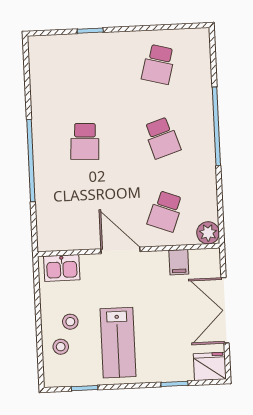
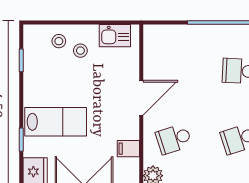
school desk: (165, 211) -> (174, 139), turned -39
kitchen sink: (62, 268) -> (115, 36), moved, turned -90
lab bench: (118, 343) -> (56, 122), moved, turned 180

